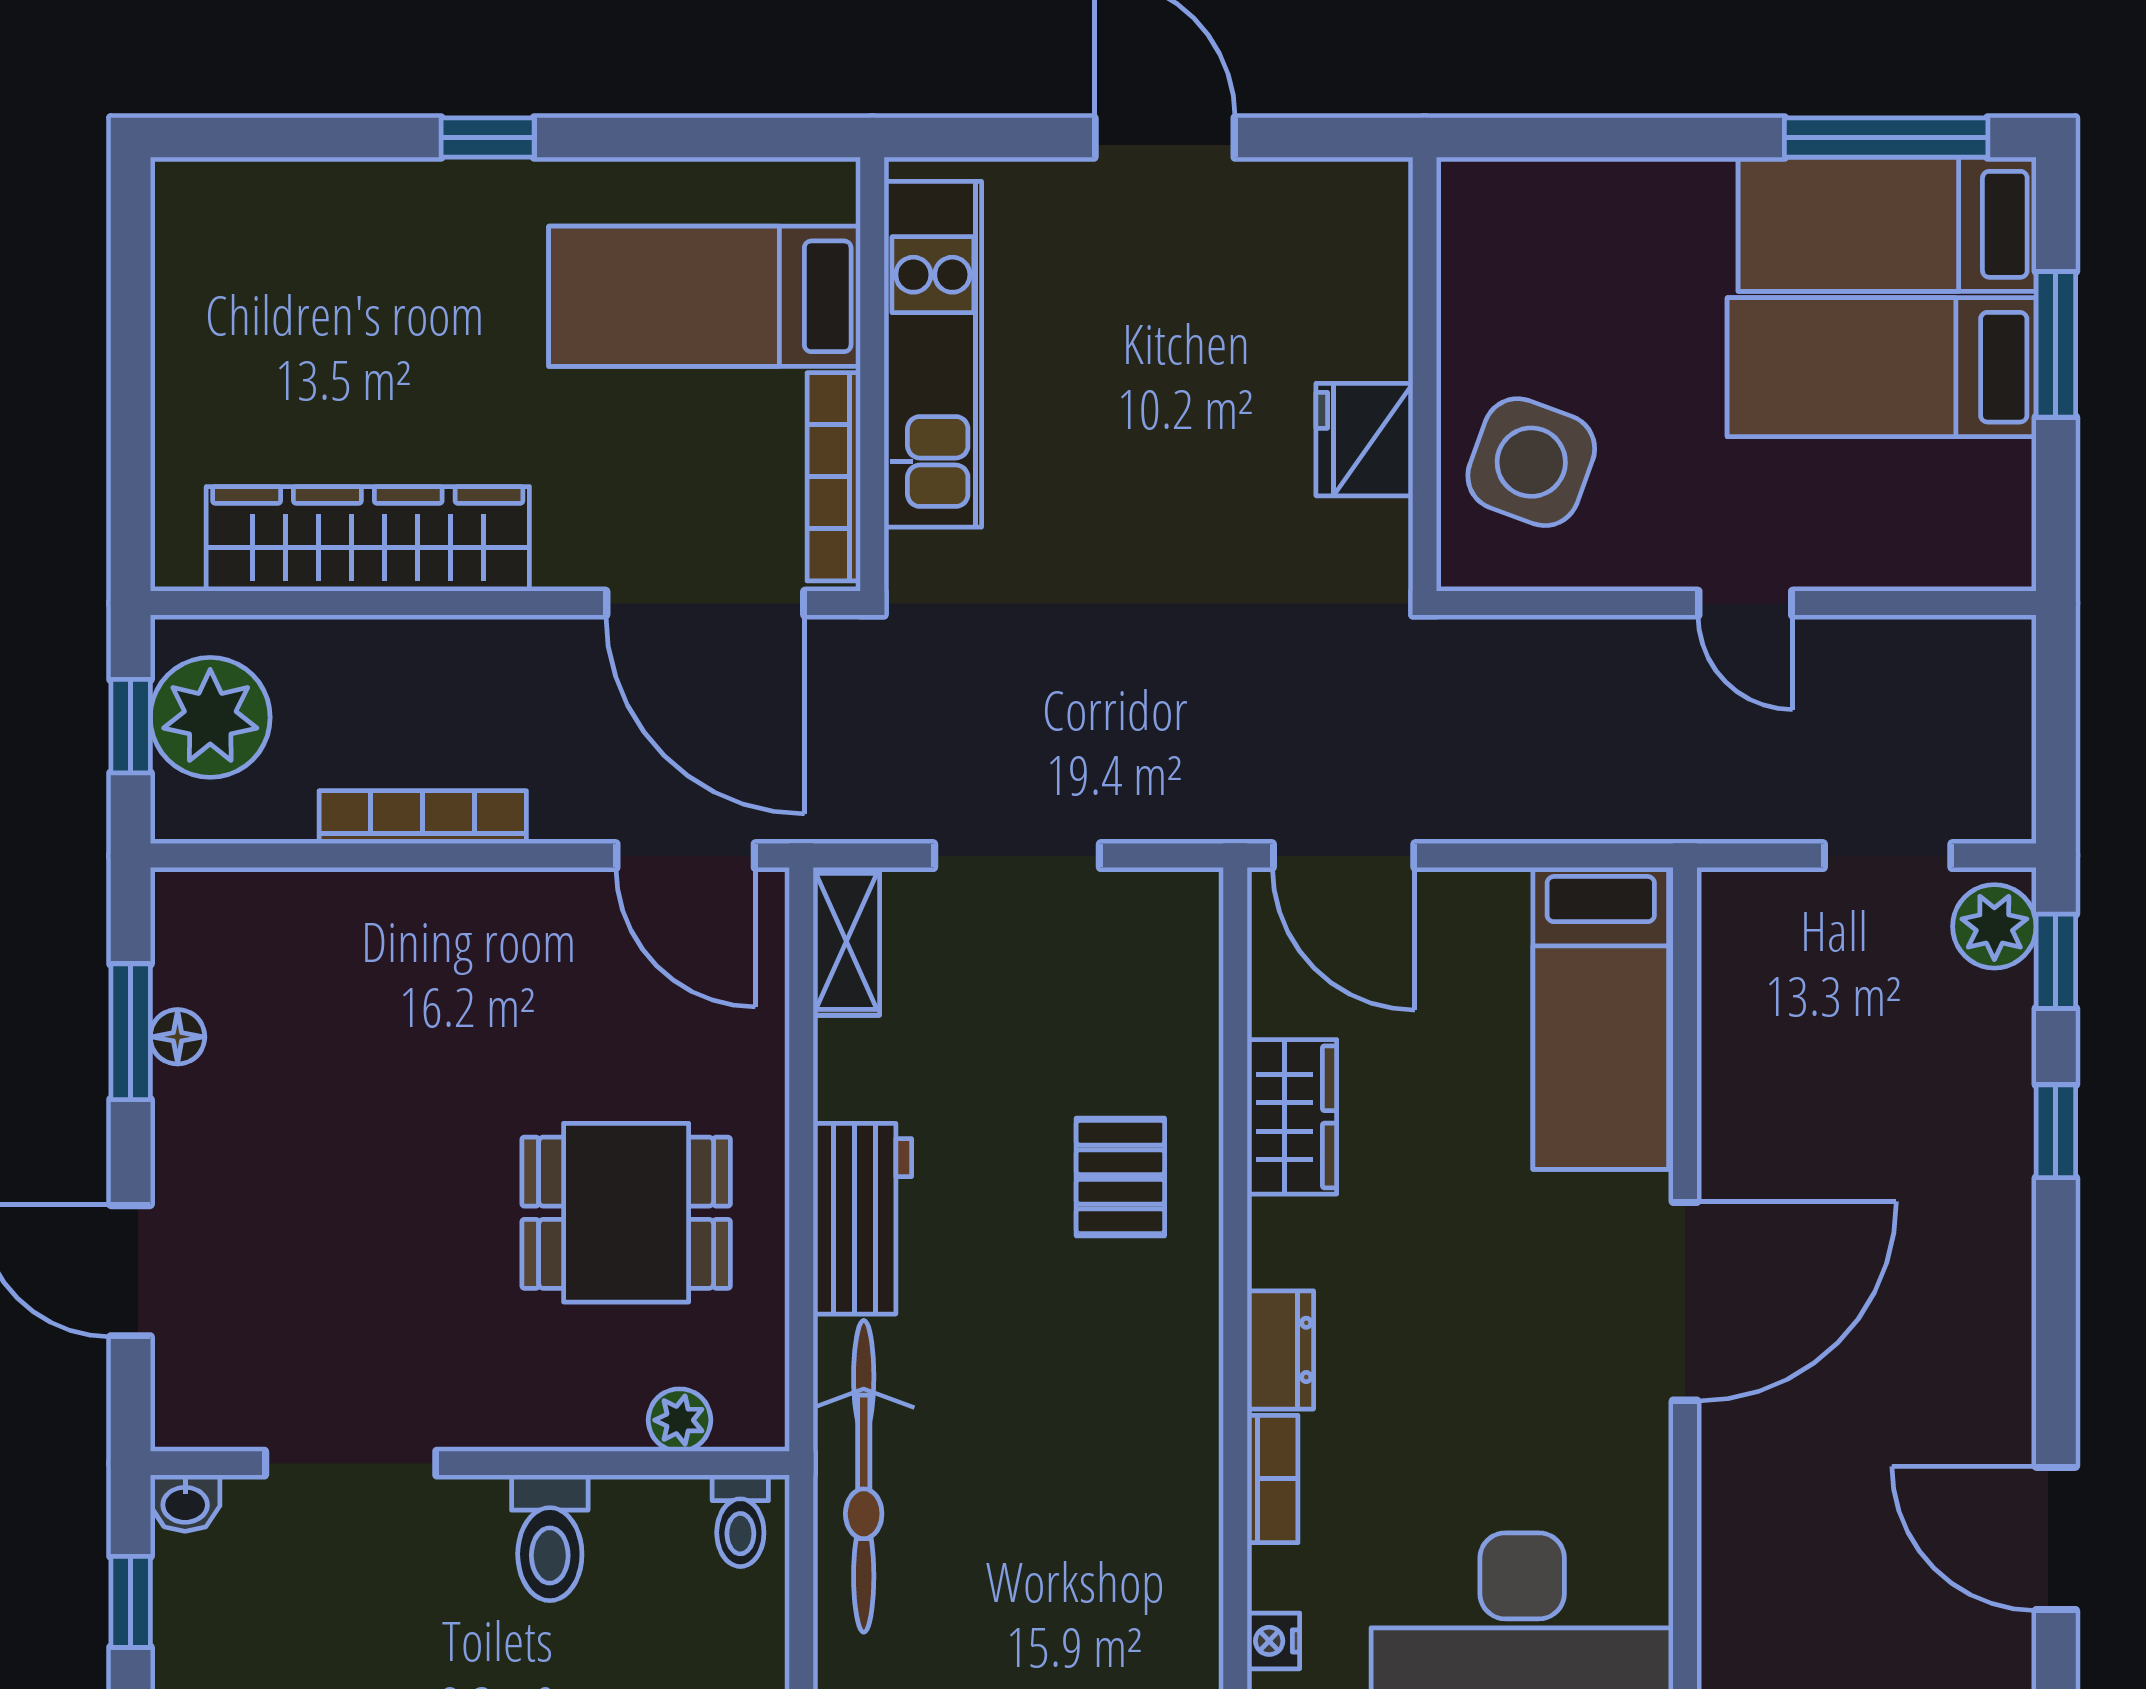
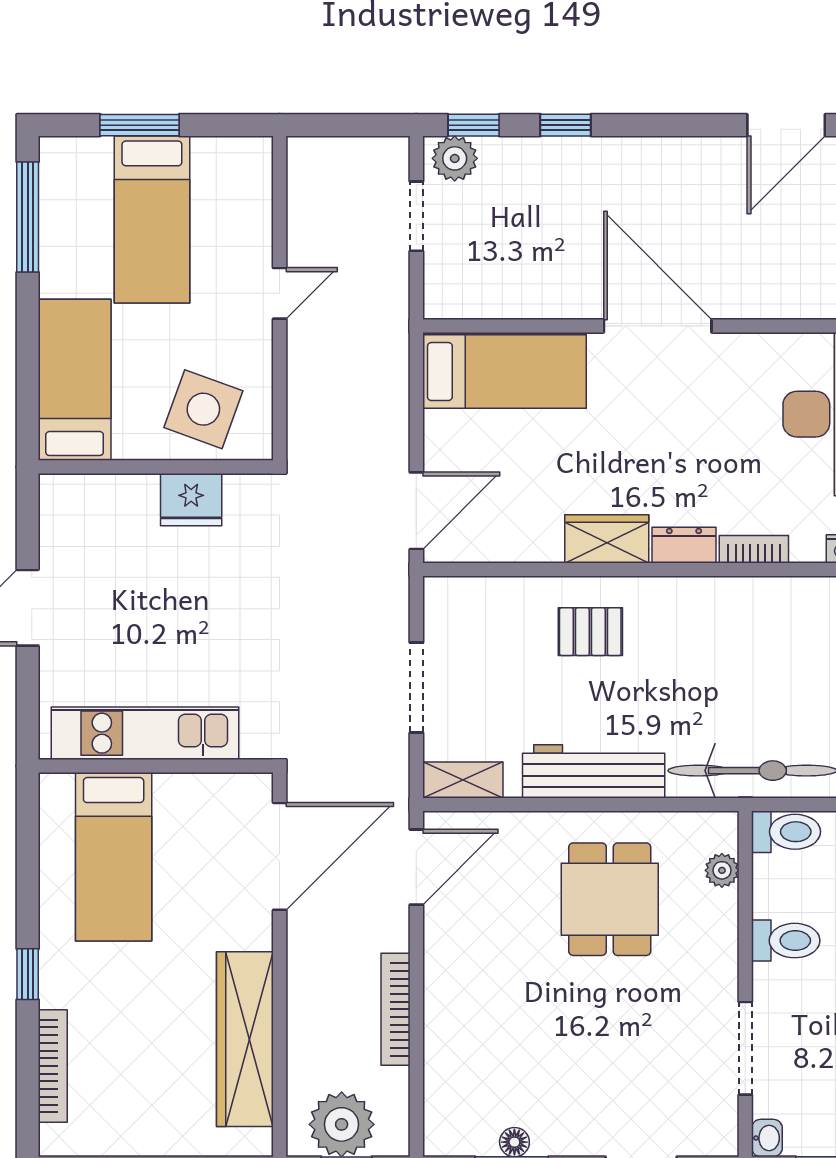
bed: (1887, 224) -> (75, 380), moved, turned 180
bookcase: (834, 477) -> (53, 1066), moved, turned -90
wardrobe: (1292, 1117) -> (607, 539), moved
workbench: (862, 1219) -> (594, 771), width x1.38
toilet: (740, 1521) -> (786, 832), width x1.37, depth x1.39

